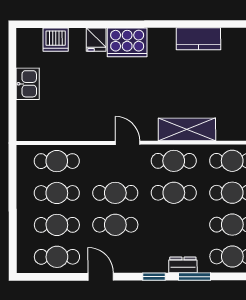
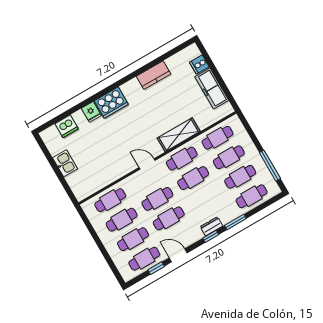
dresser: (183, 265) -> (212, 226), moved
window: (65, 277) -> (156, 268), added

